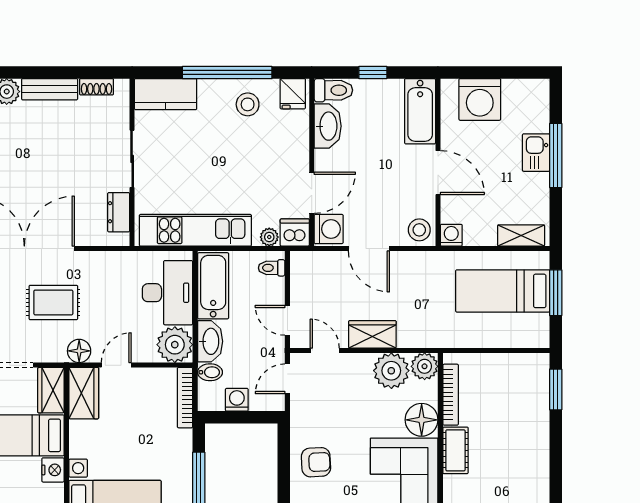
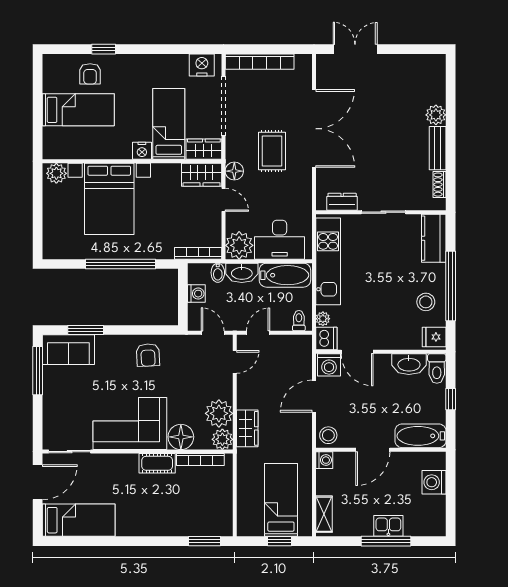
washing machine: (480, 99) -> (434, 482), width x0.73, depth x0.73
window: (556, 293) -> (280, 541), width x0.67
wardrobe: (372, 334) -> (247, 428), moved

